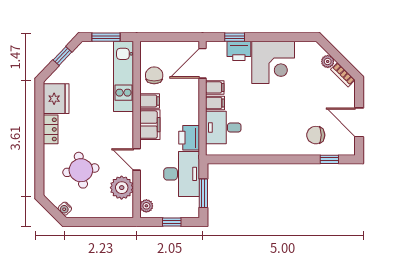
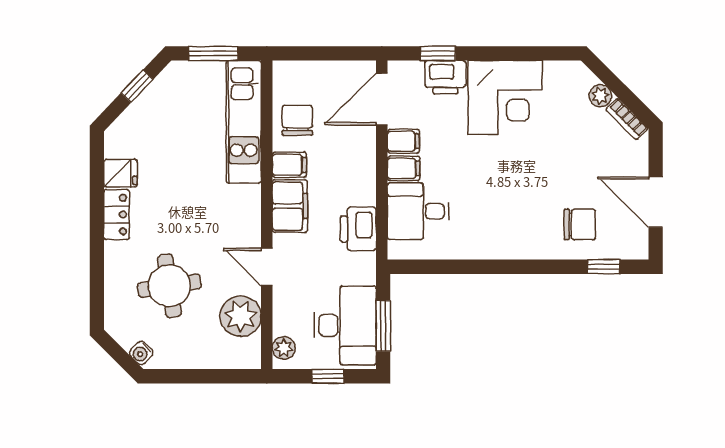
fridge: (56, 99) -> (120, 173), width x0.53, depth x0.75
chair: (316, 135) -> (580, 224), turned 180
desk: (182, 174) -> (345, 325), moved

